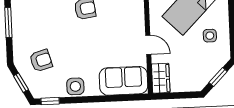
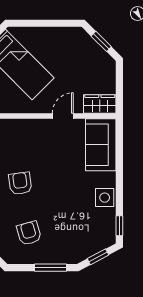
window: (8, 23) -> (51, 268), moved
side table: (210, 36) -> (56, 48), removed
armchair: (41, 61) -> (29, 233), moved

